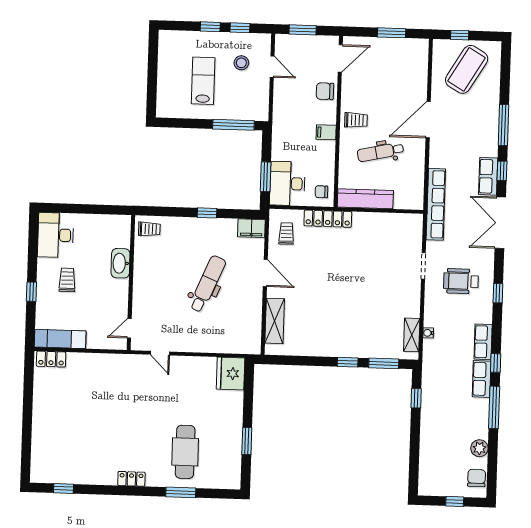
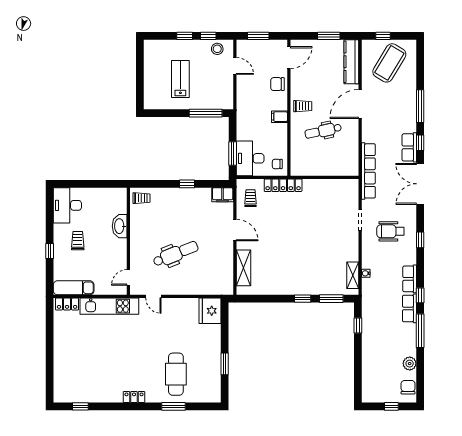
stool: (241, 63) -> (217, 49), moved
kitchen counter: (365, 199) -> (351, 62), moved, turned -90
dental chair: (208, 284) -> (176, 254), moved, turned 45
kitchen unit: (104, 364) -> (109, 306), added

